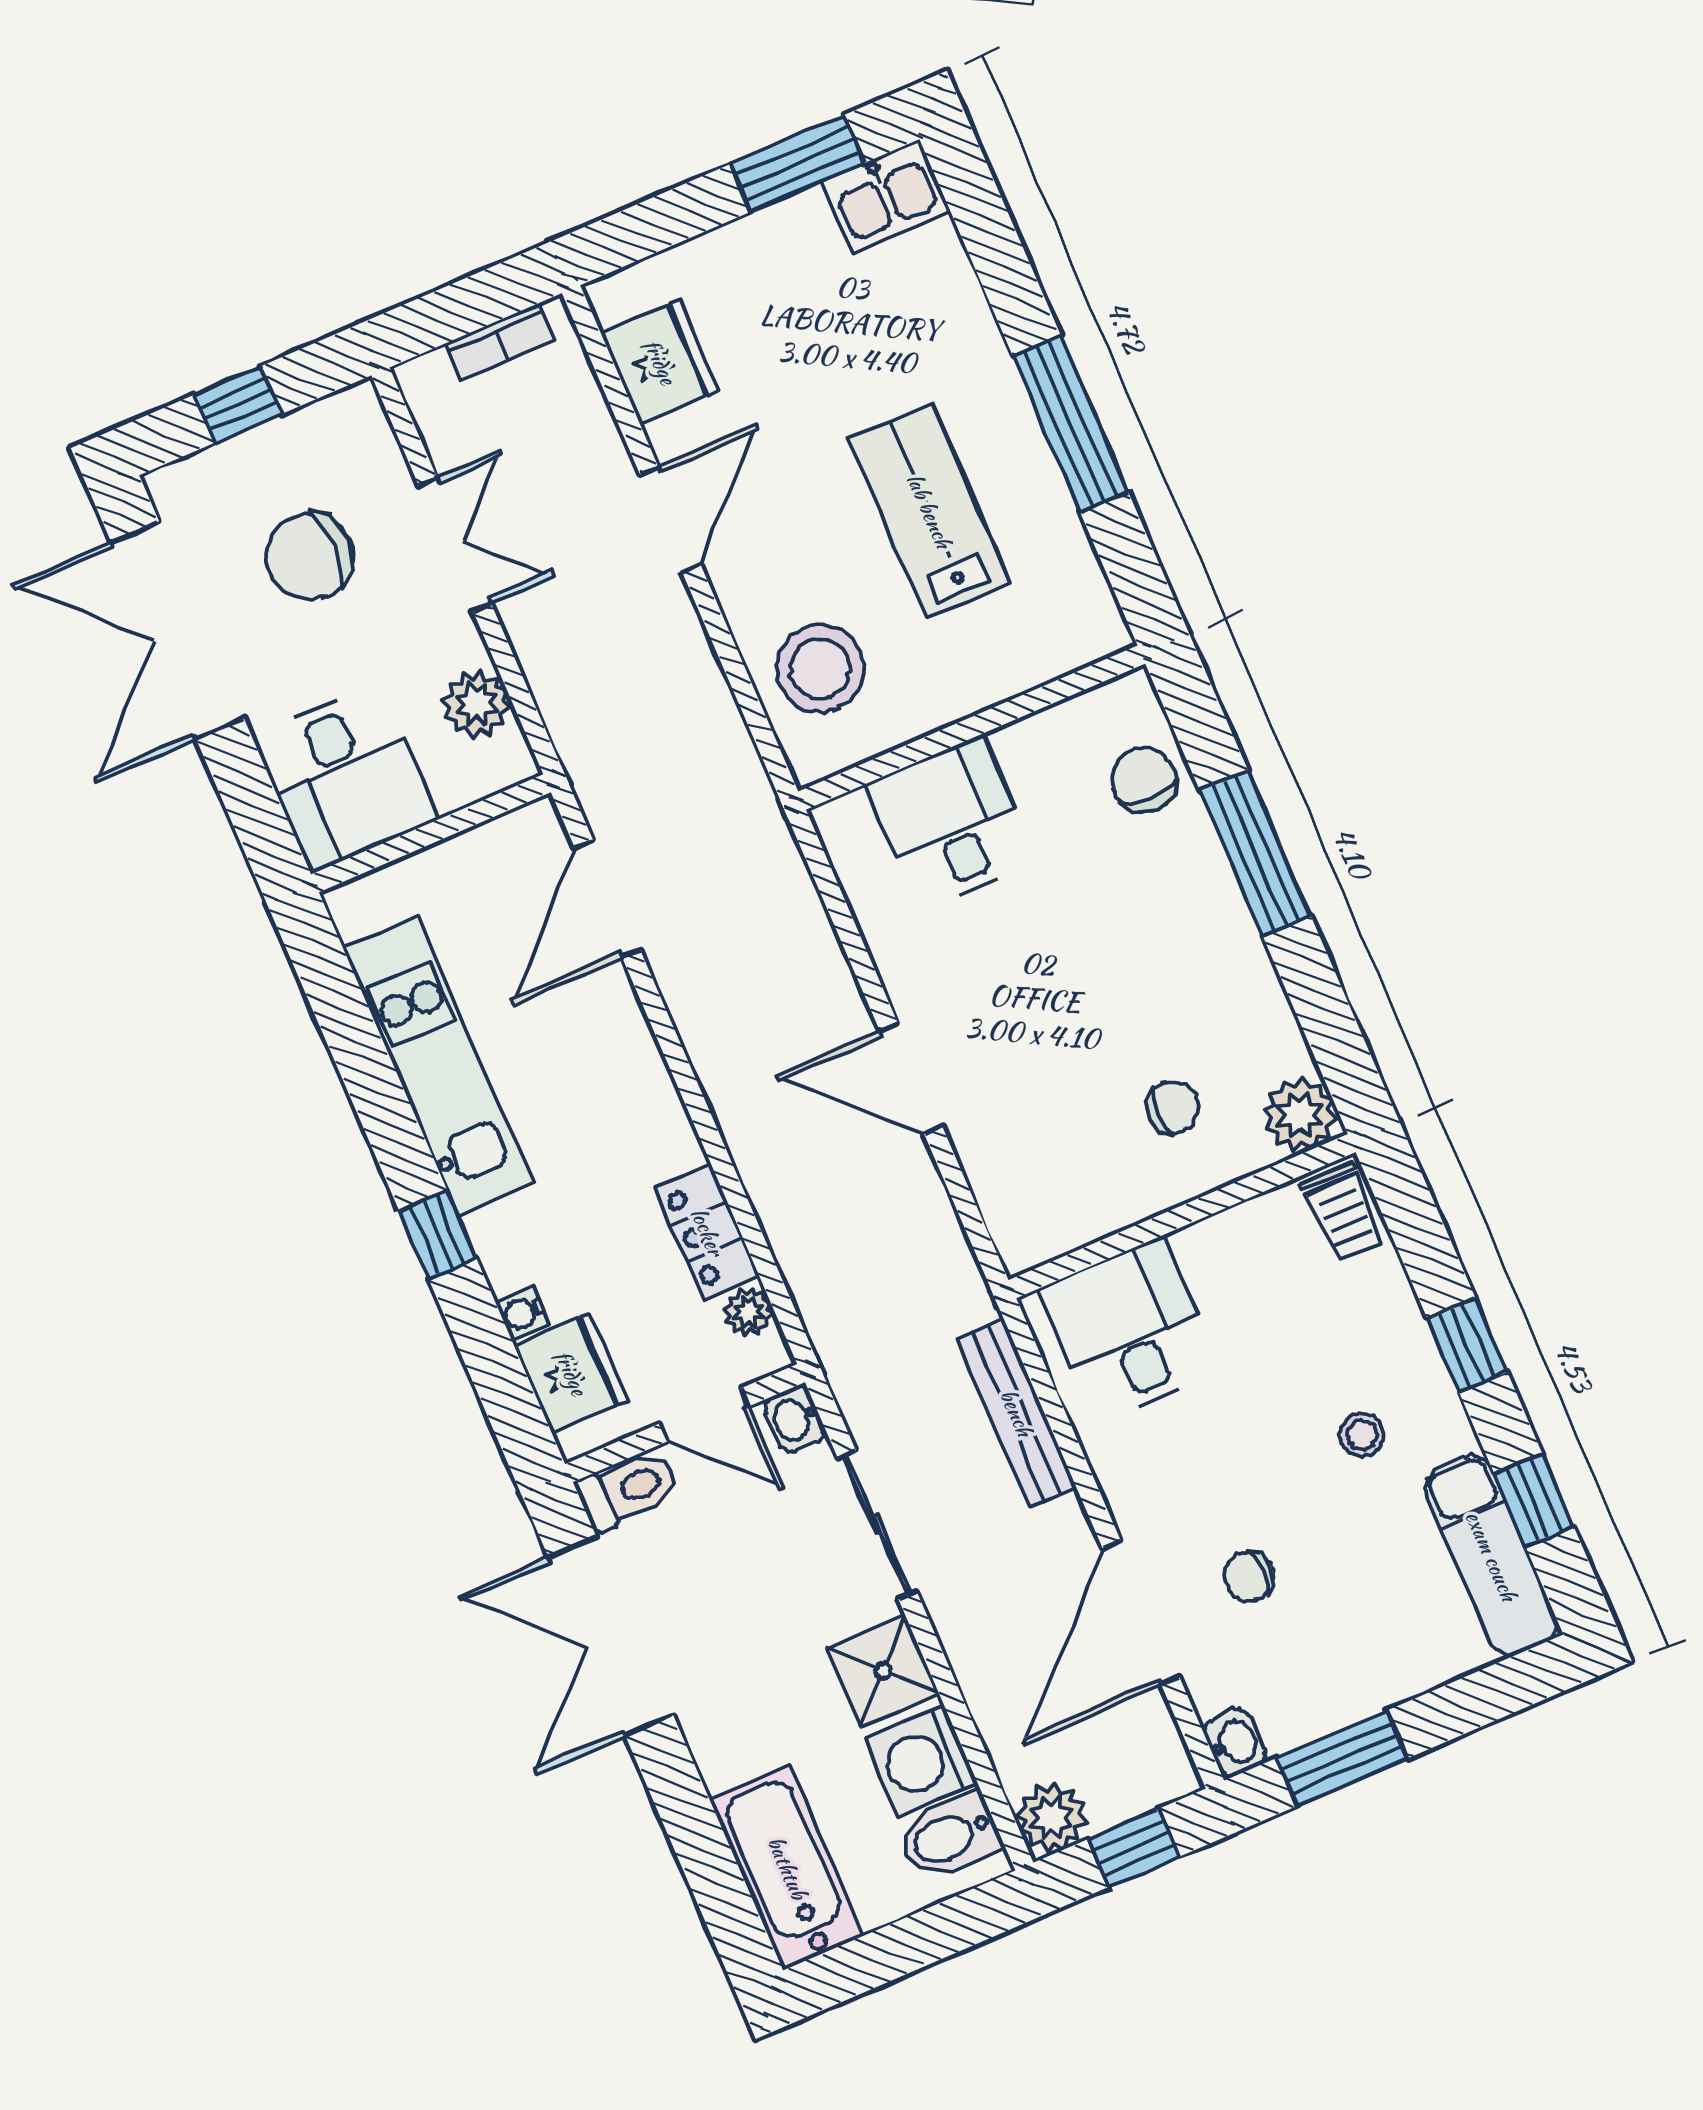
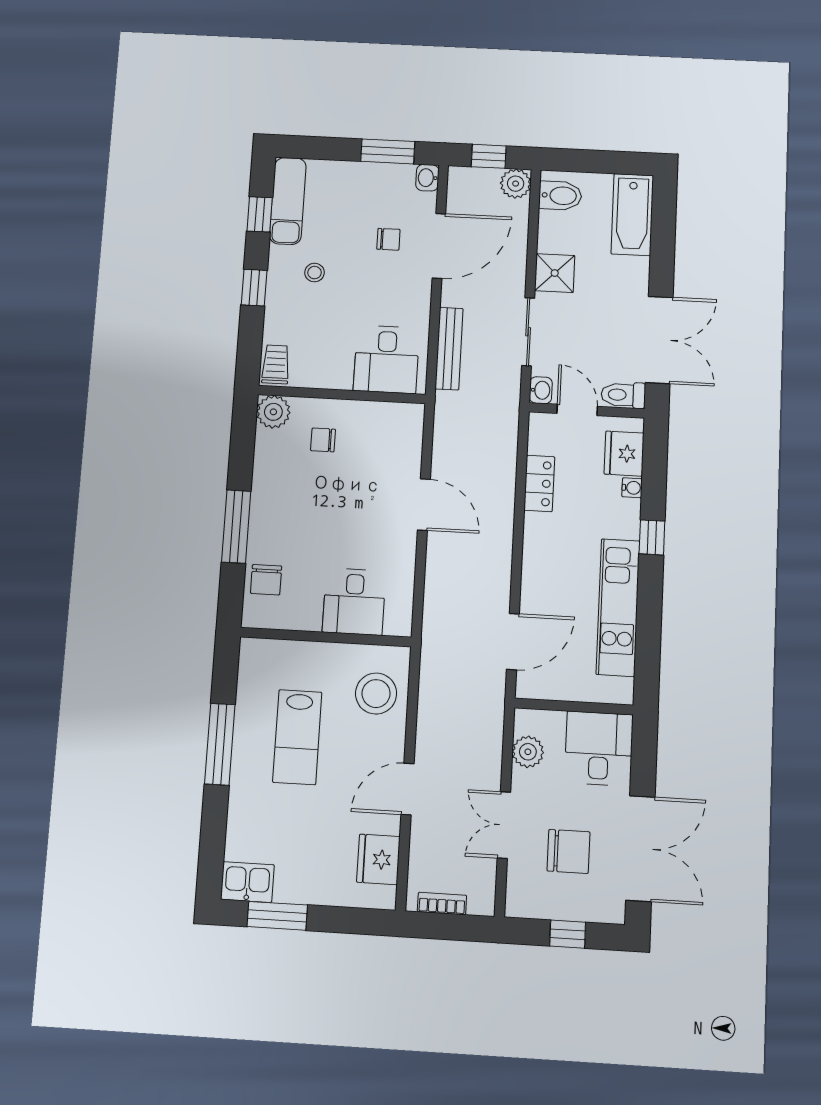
plant: (749, 1312) -> (538, 442), removed
washing machine: (921, 1761) -> (557, 230), removed

